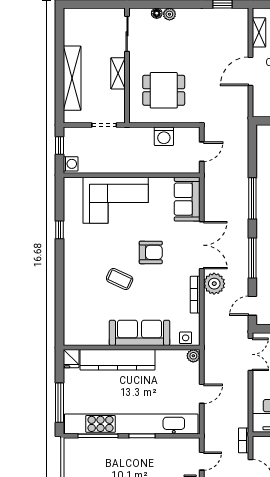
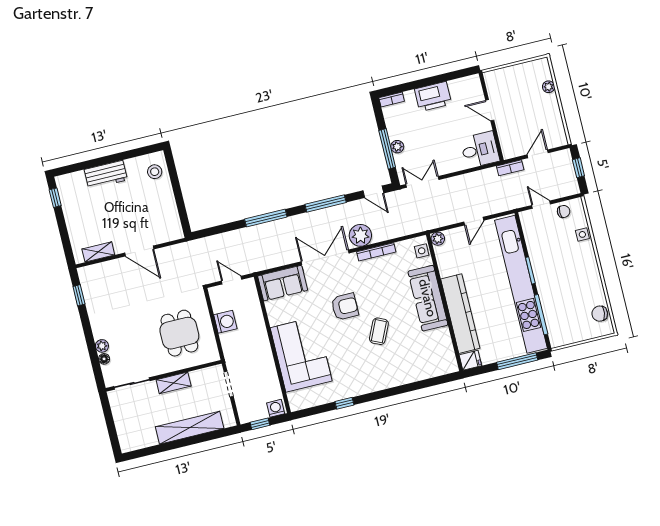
armchair: (151, 252) -> (345, 307), turned 90
door: (202, 394) -> (474, 221), swing flipped

